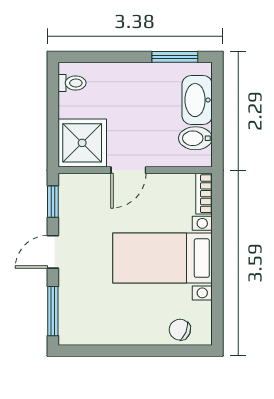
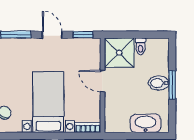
window: (175, 57) -> (172, 85), moved
toilet: (72, 83) -> (141, 46), moved
bidet: (195, 138) -> (159, 83), moved, turned -90

